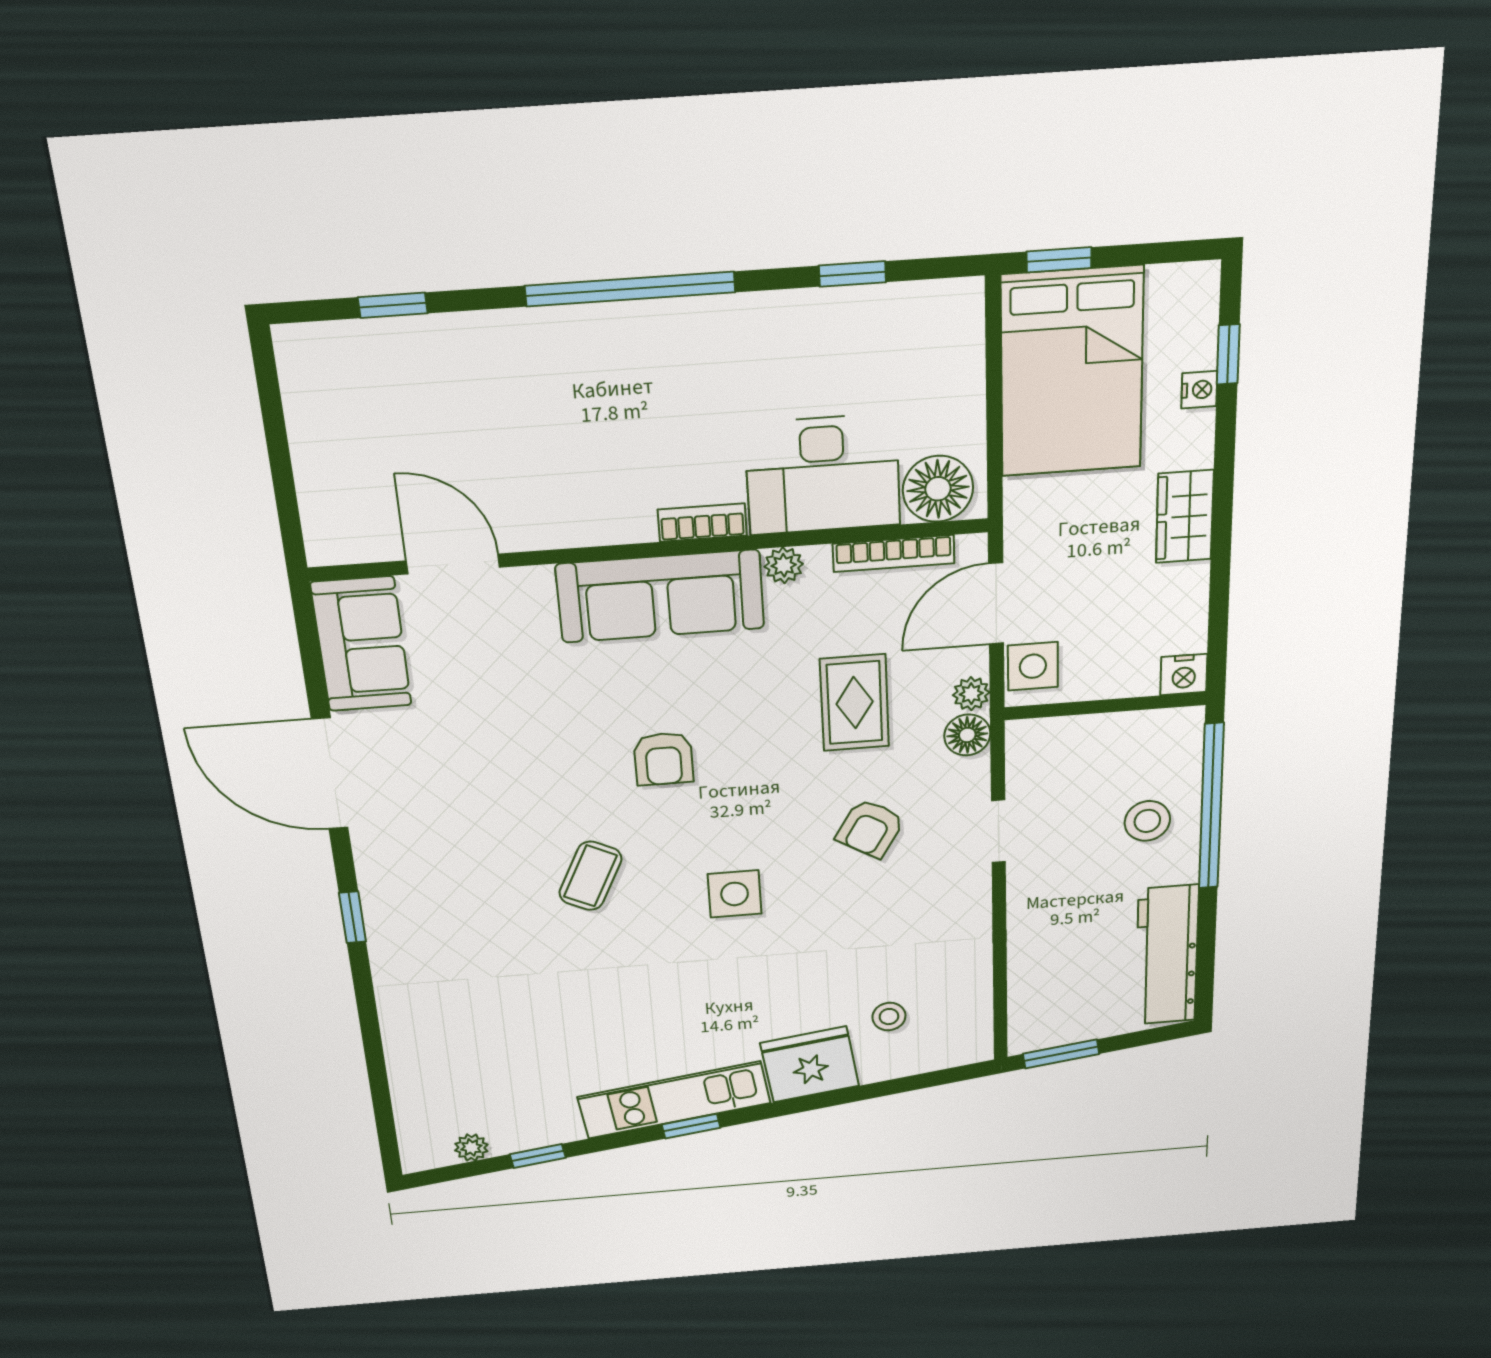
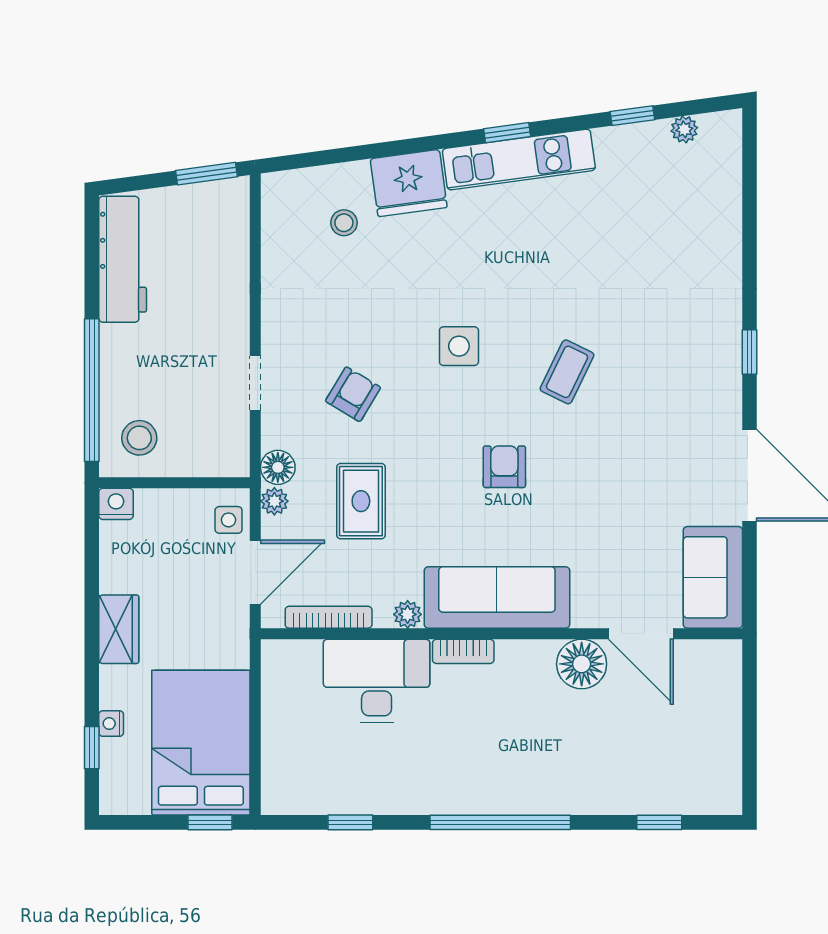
floor lamp: (938, 489) -> (582, 664), moved
side table: (1033, 666) -> (229, 520), width x0.73, depth x0.73
stool: (1147, 821) -> (139, 438), moved

